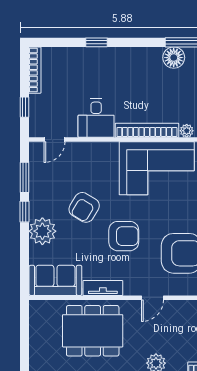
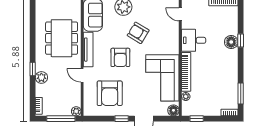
floor lamp: (174, 58) -> (231, 42), moved
tv unit: (103, 288) -> (88, 50), width x1.41

